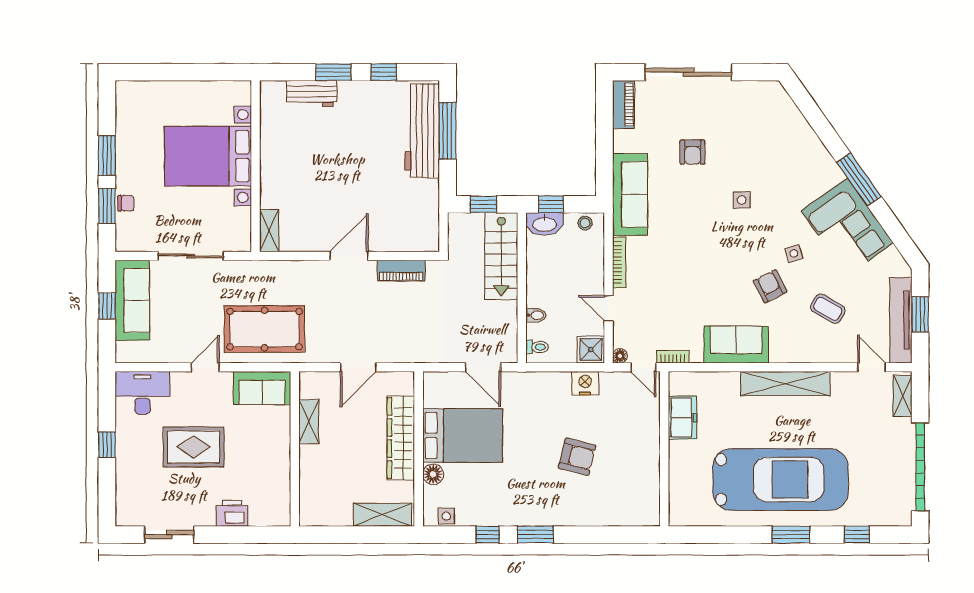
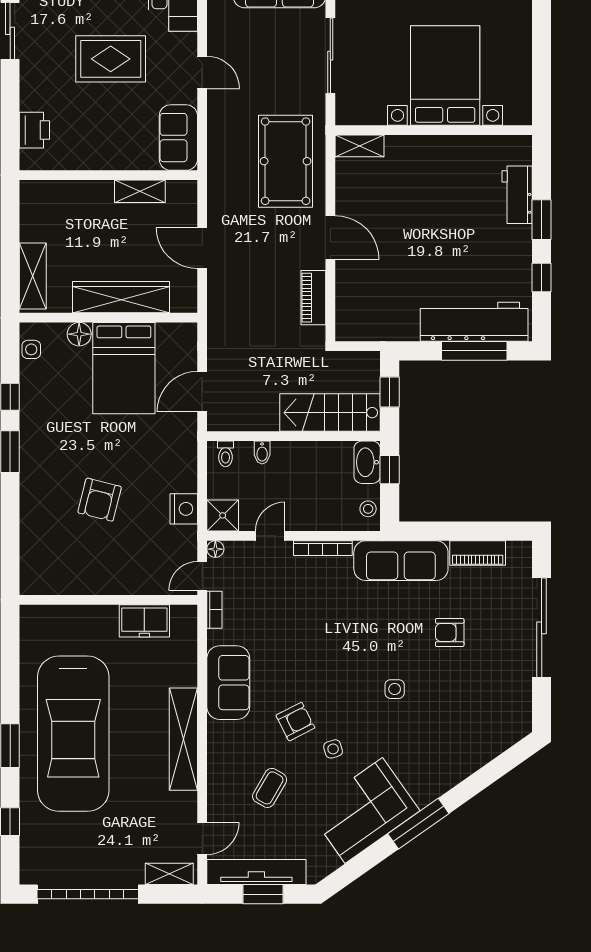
piano: (623, 105) -> (478, 553), moved
pool table: (265, 329) -> (286, 161), moved
rug: (194, 447) -> (111, 59), turned 90
printer: (232, 513) -> (34, 130), moved

